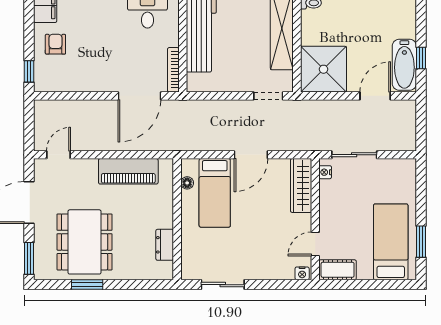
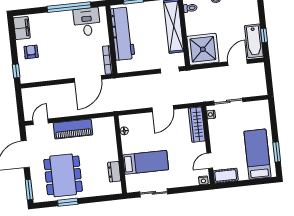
piano: (128, 171) -> (73, 129), moved
bed: (215, 193) -> (146, 162), moved, turned -90

